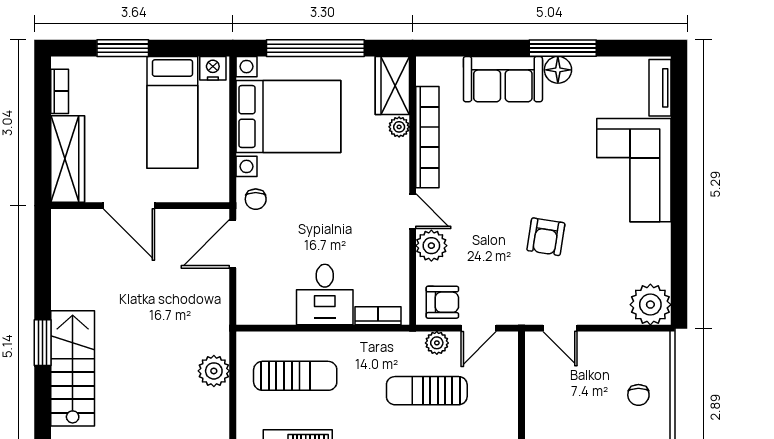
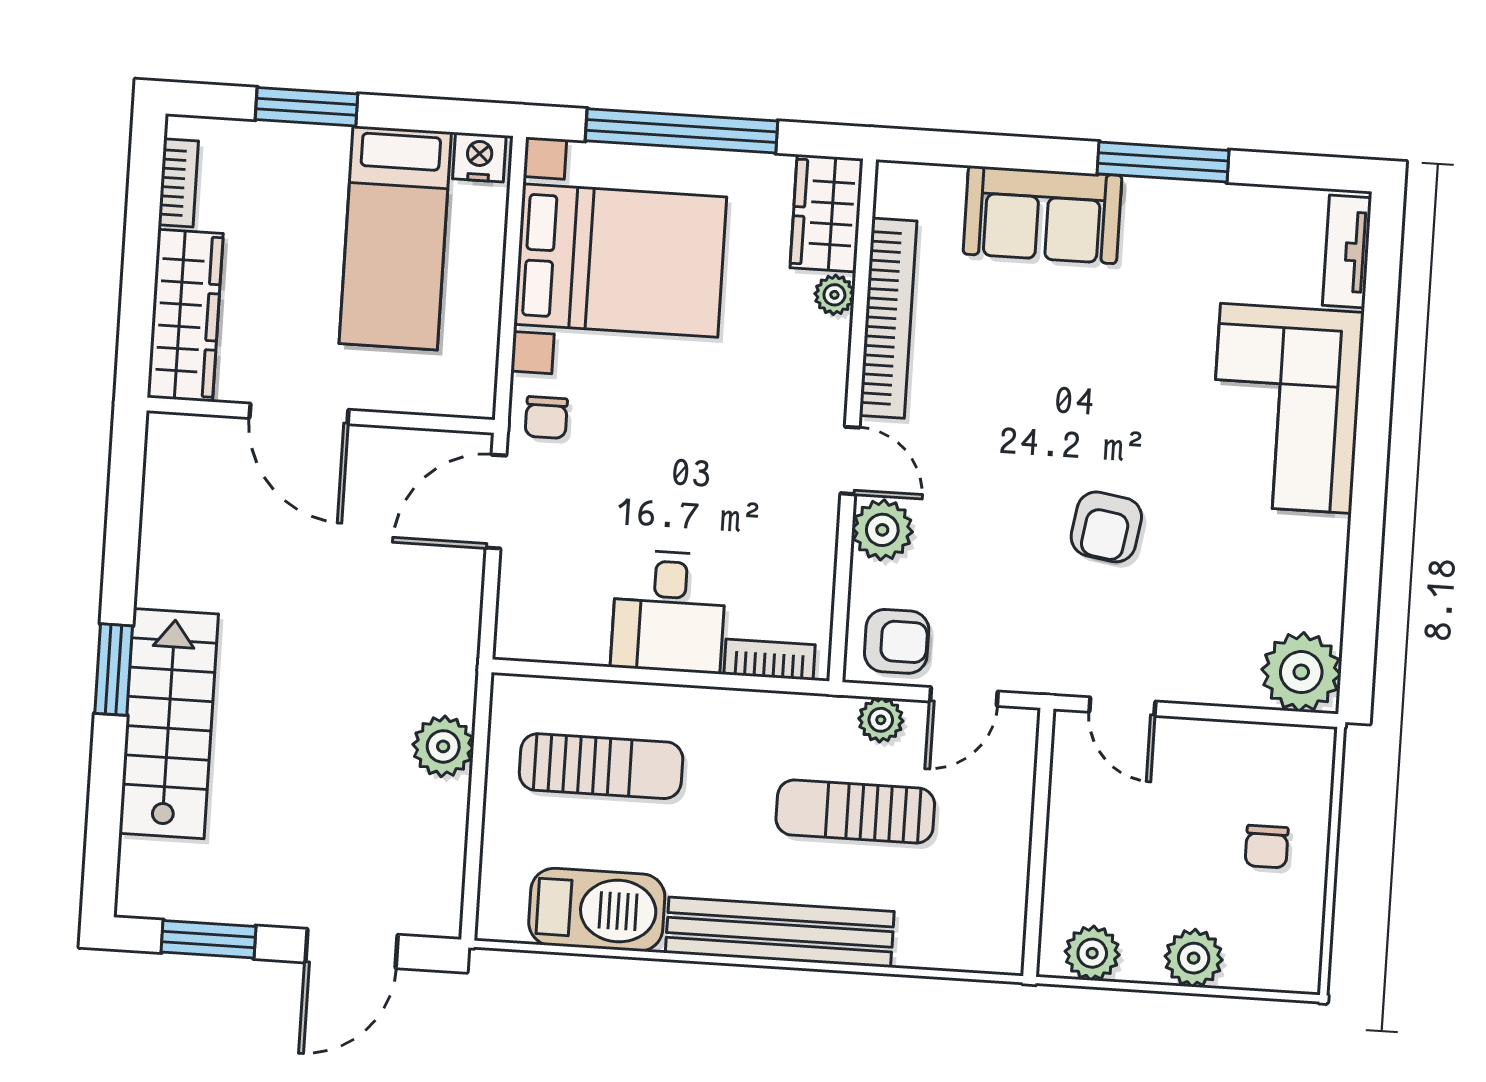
floor lamp: (558, 70) -> (1151, 204), removed

